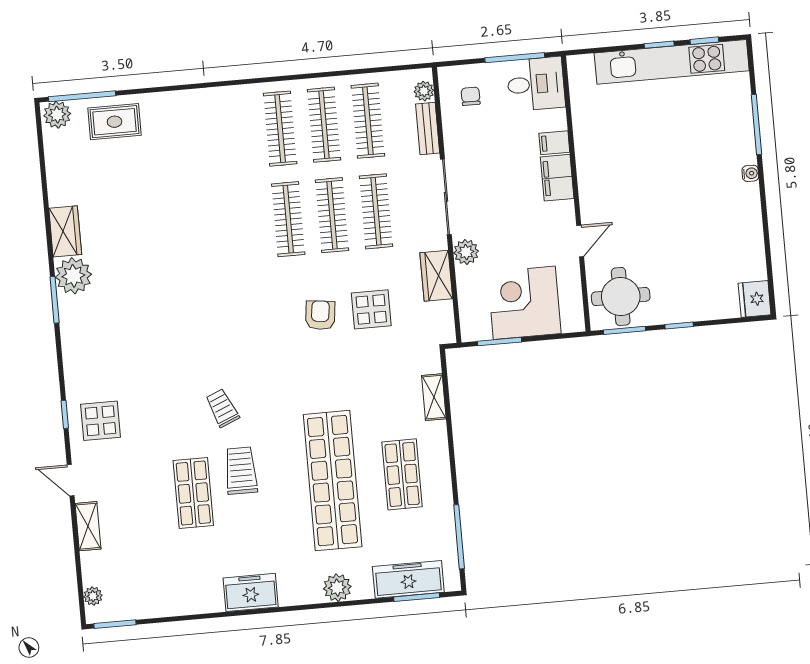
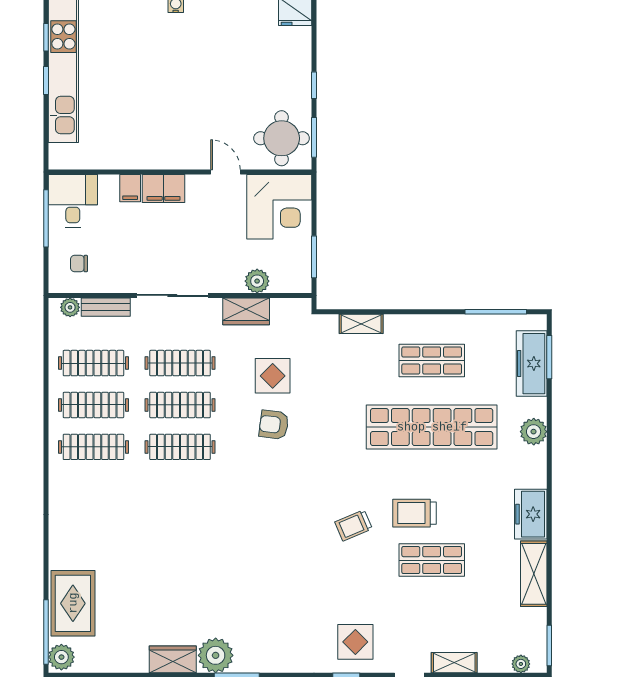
rug: (115, 122) -> (73, 603), width x1.36, depth x1.43
plant: (466, 252) -> (257, 281), moved
corner desk: (524, 303) -> (279, 207), moved, turned -90
shelving: (188, 601) -> (534, 574), added

